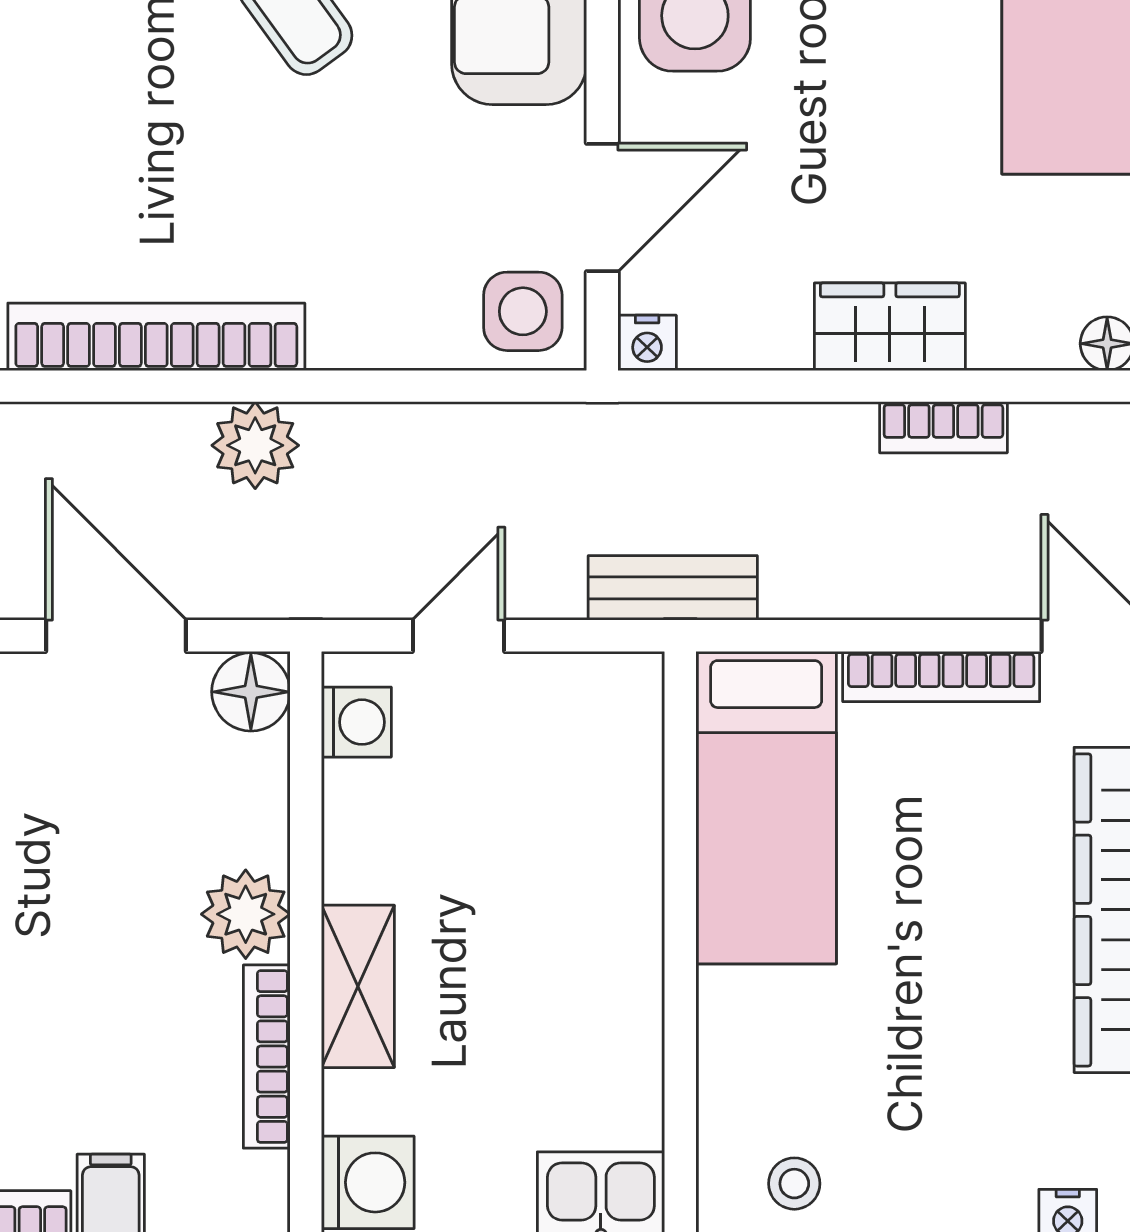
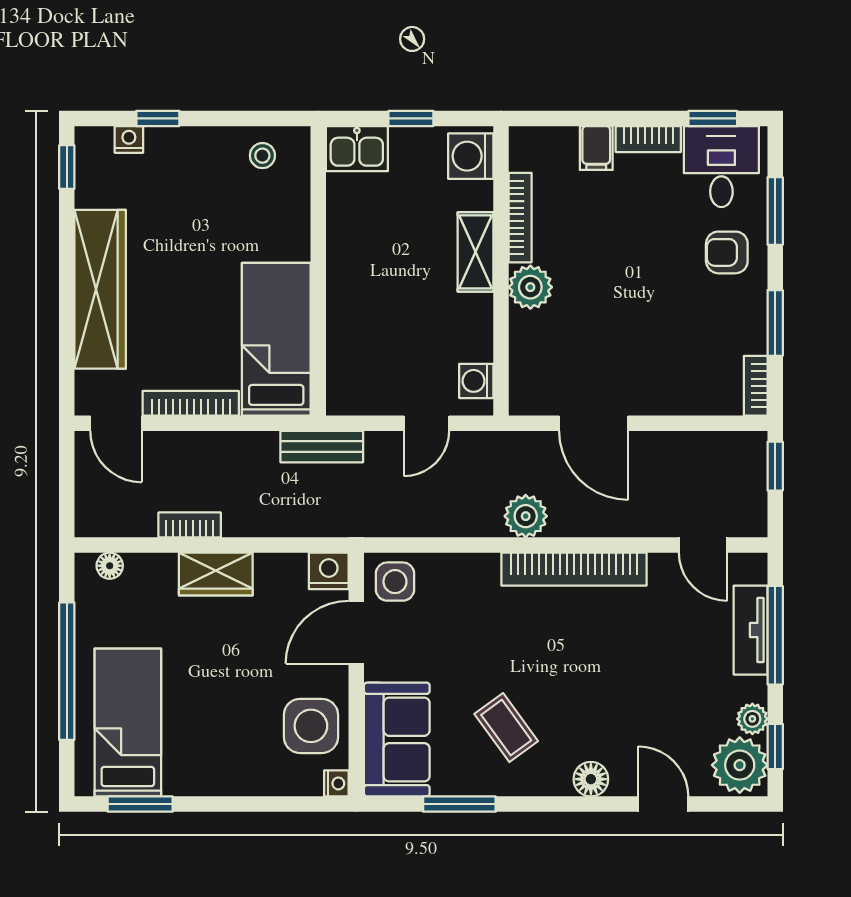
nightstand: (647, 343) -> (329, 571), width x1.39, depth x1.35
floor lamp: (251, 692) -> (528, 396), removed

